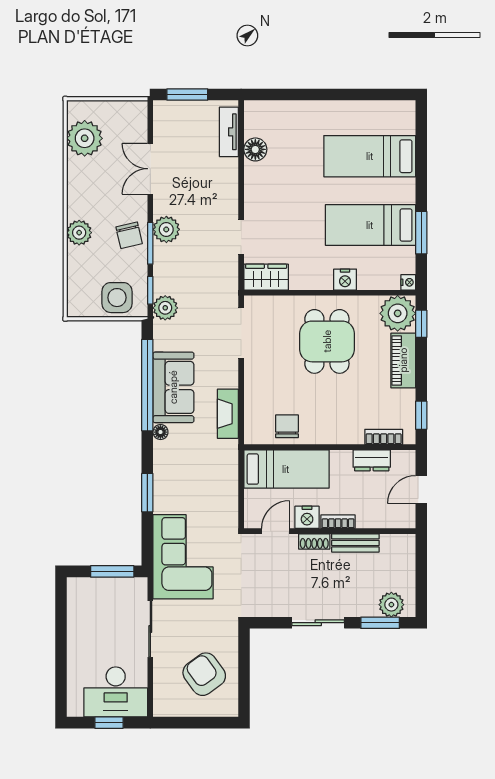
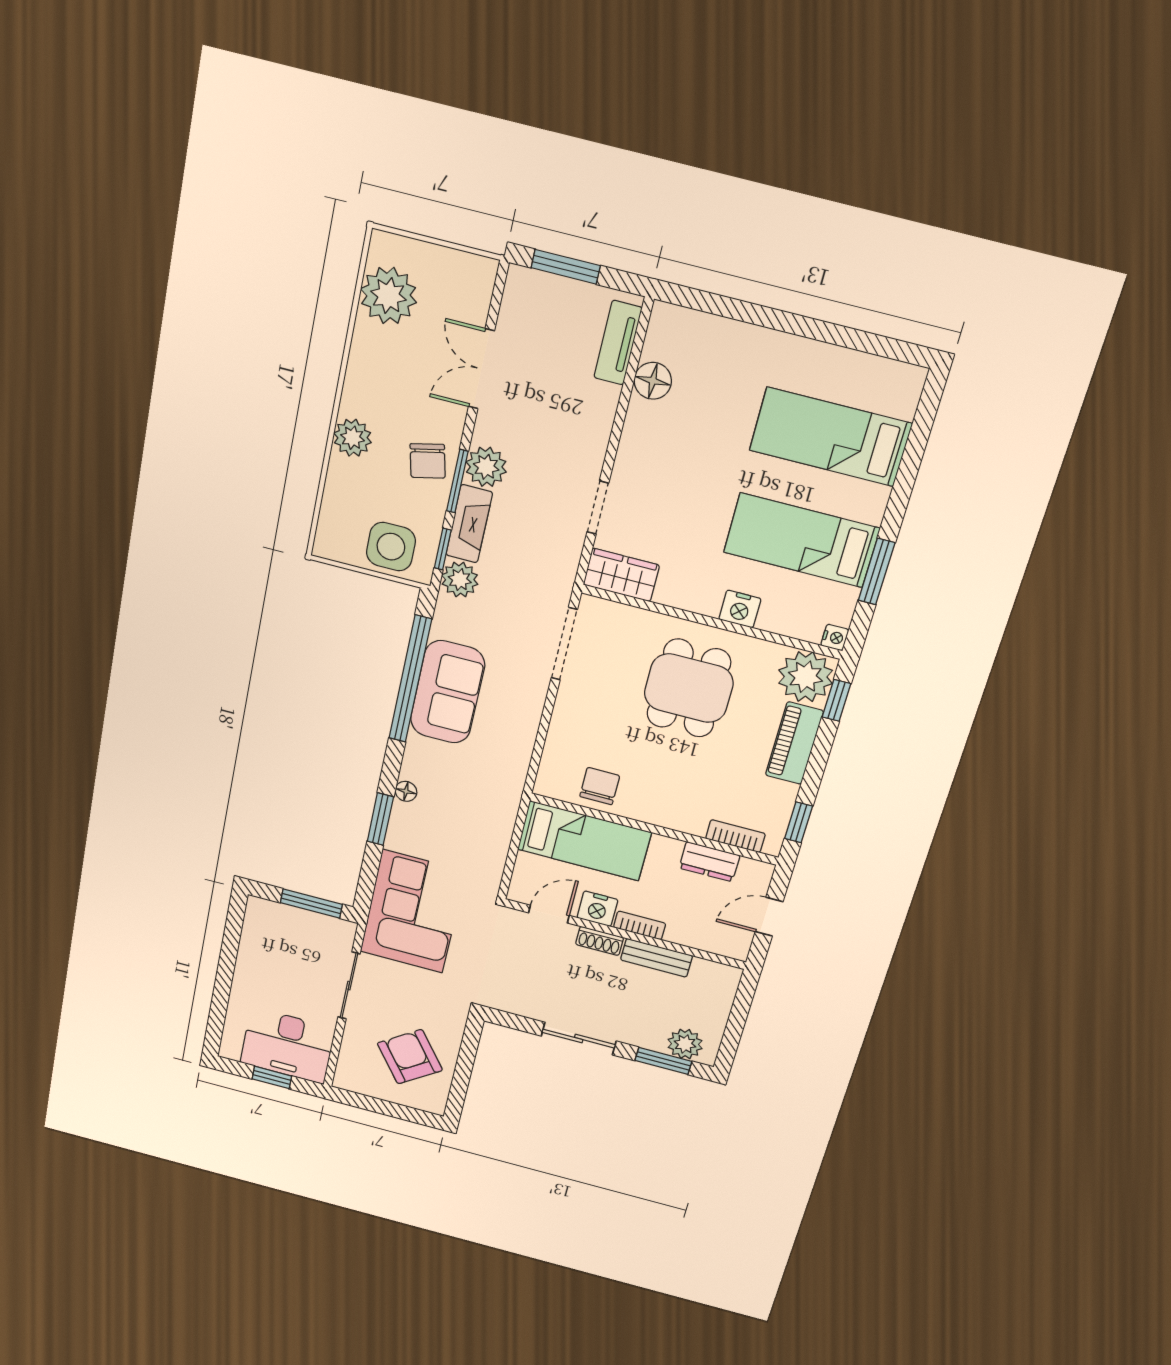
fireplace: (228, 414) -> (469, 524), moved, turned 180
floor lamp: (160, 432) -> (406, 791), moved

